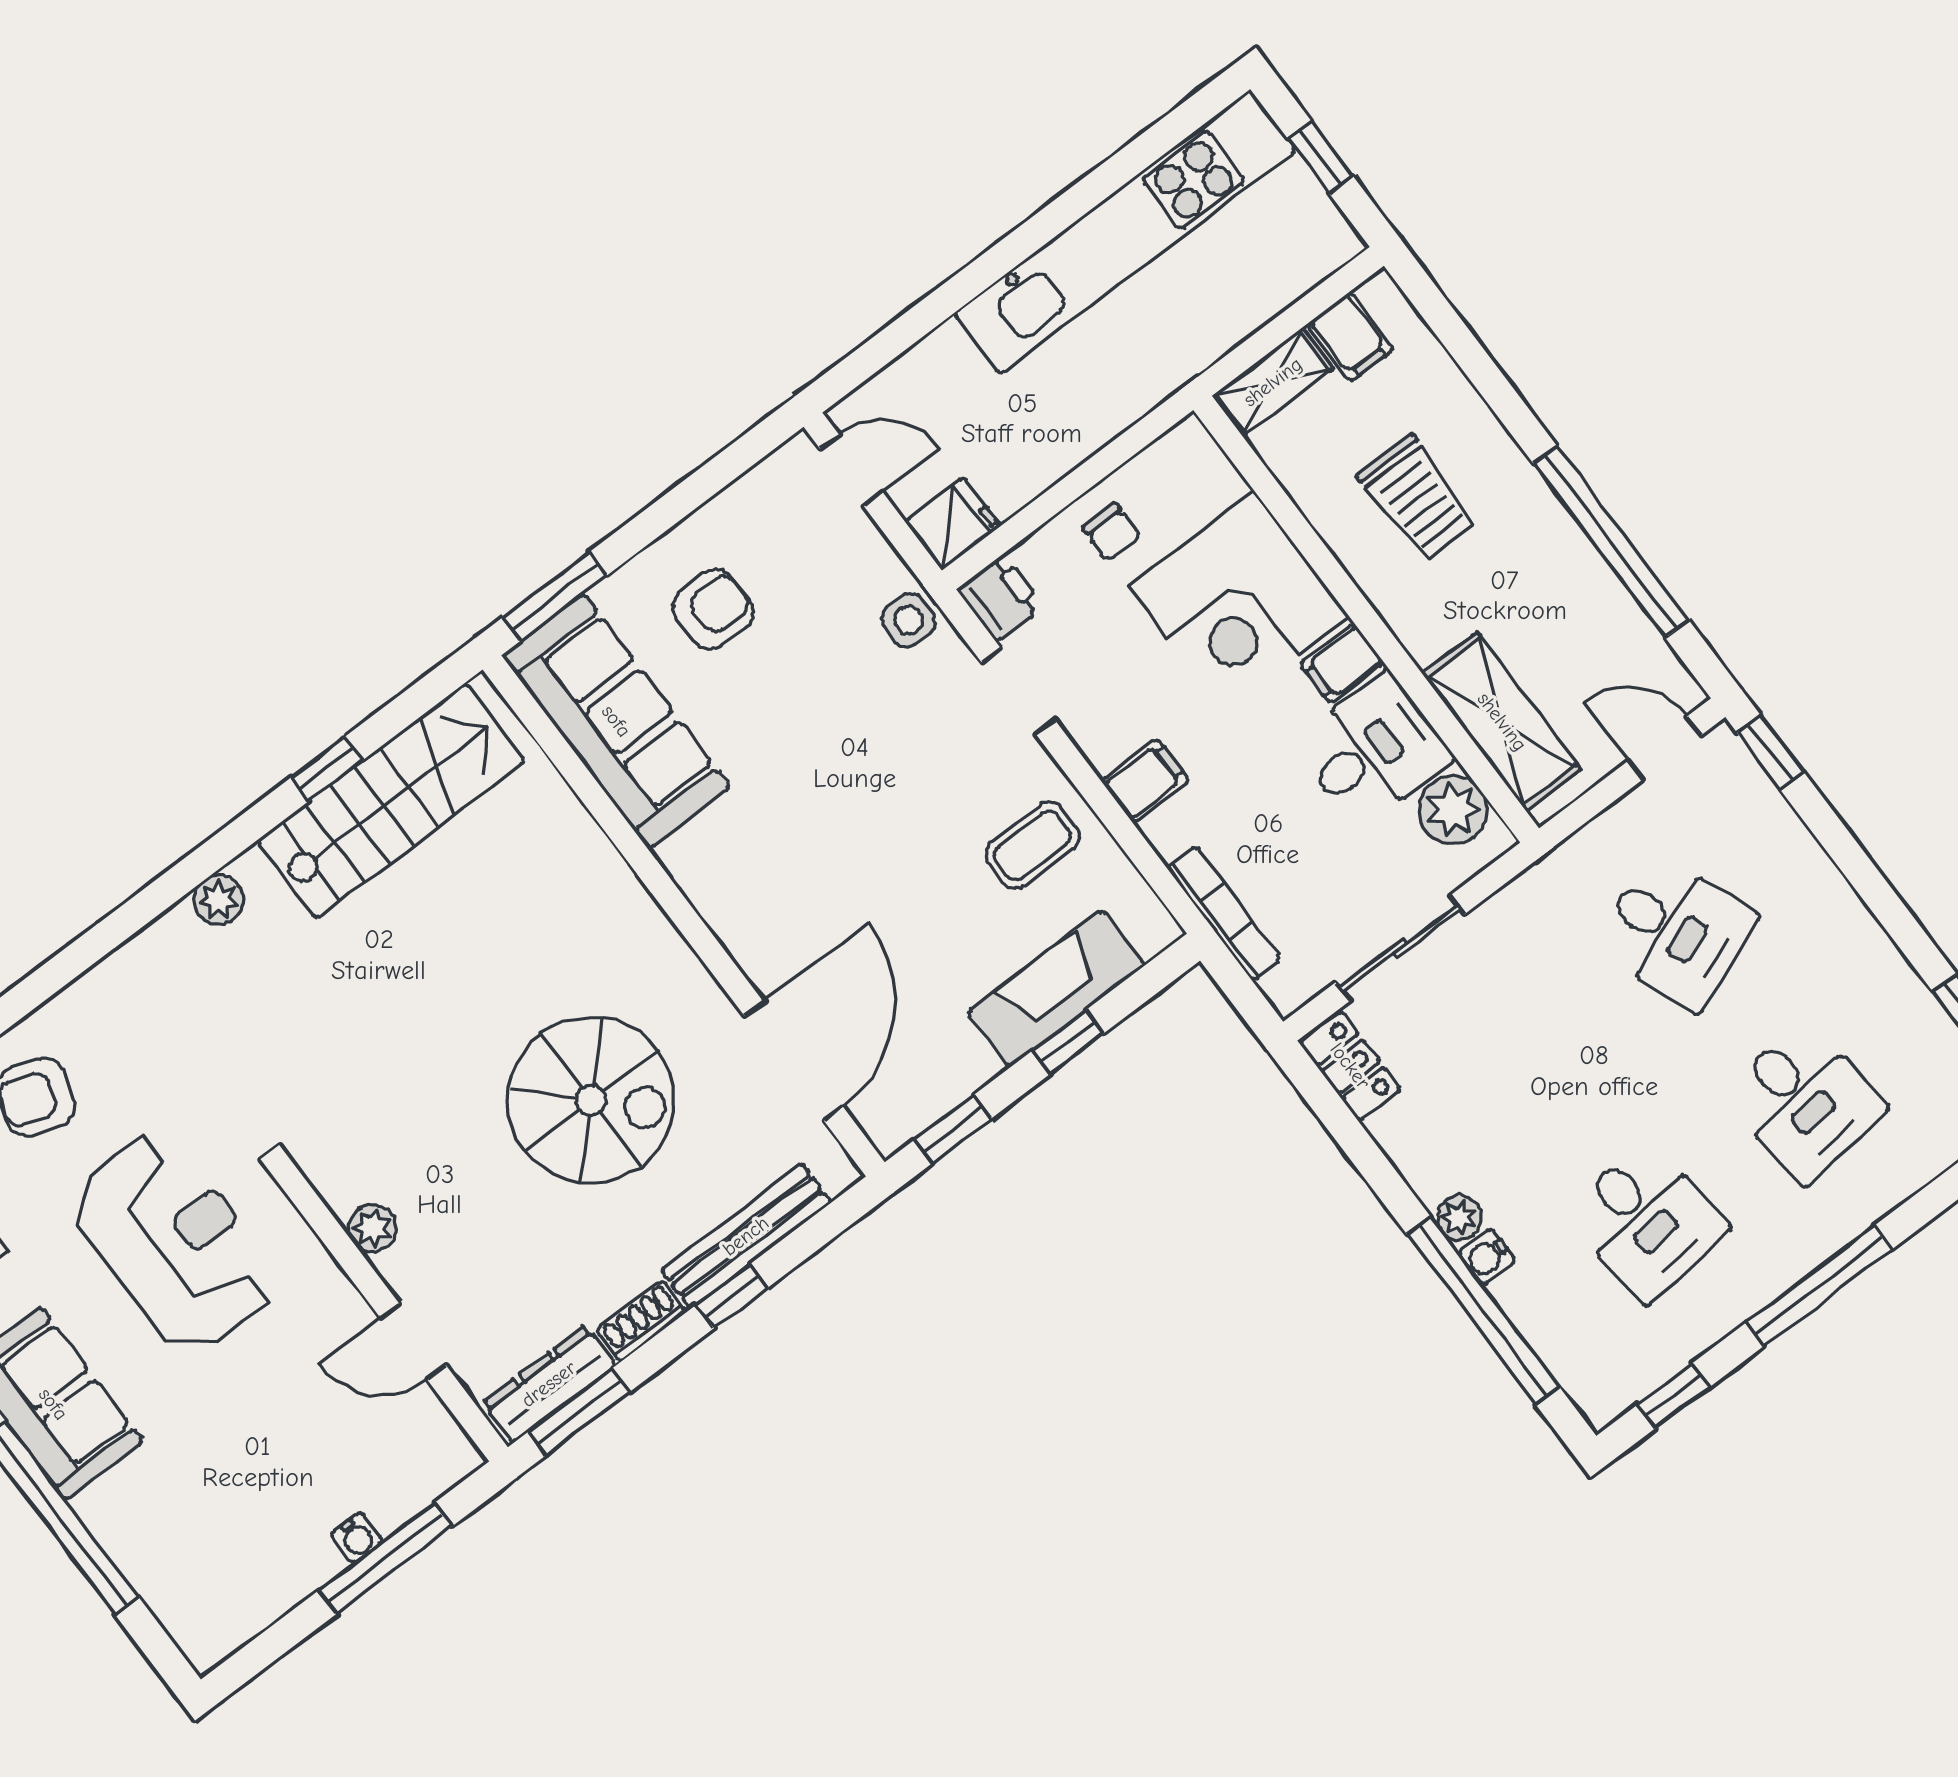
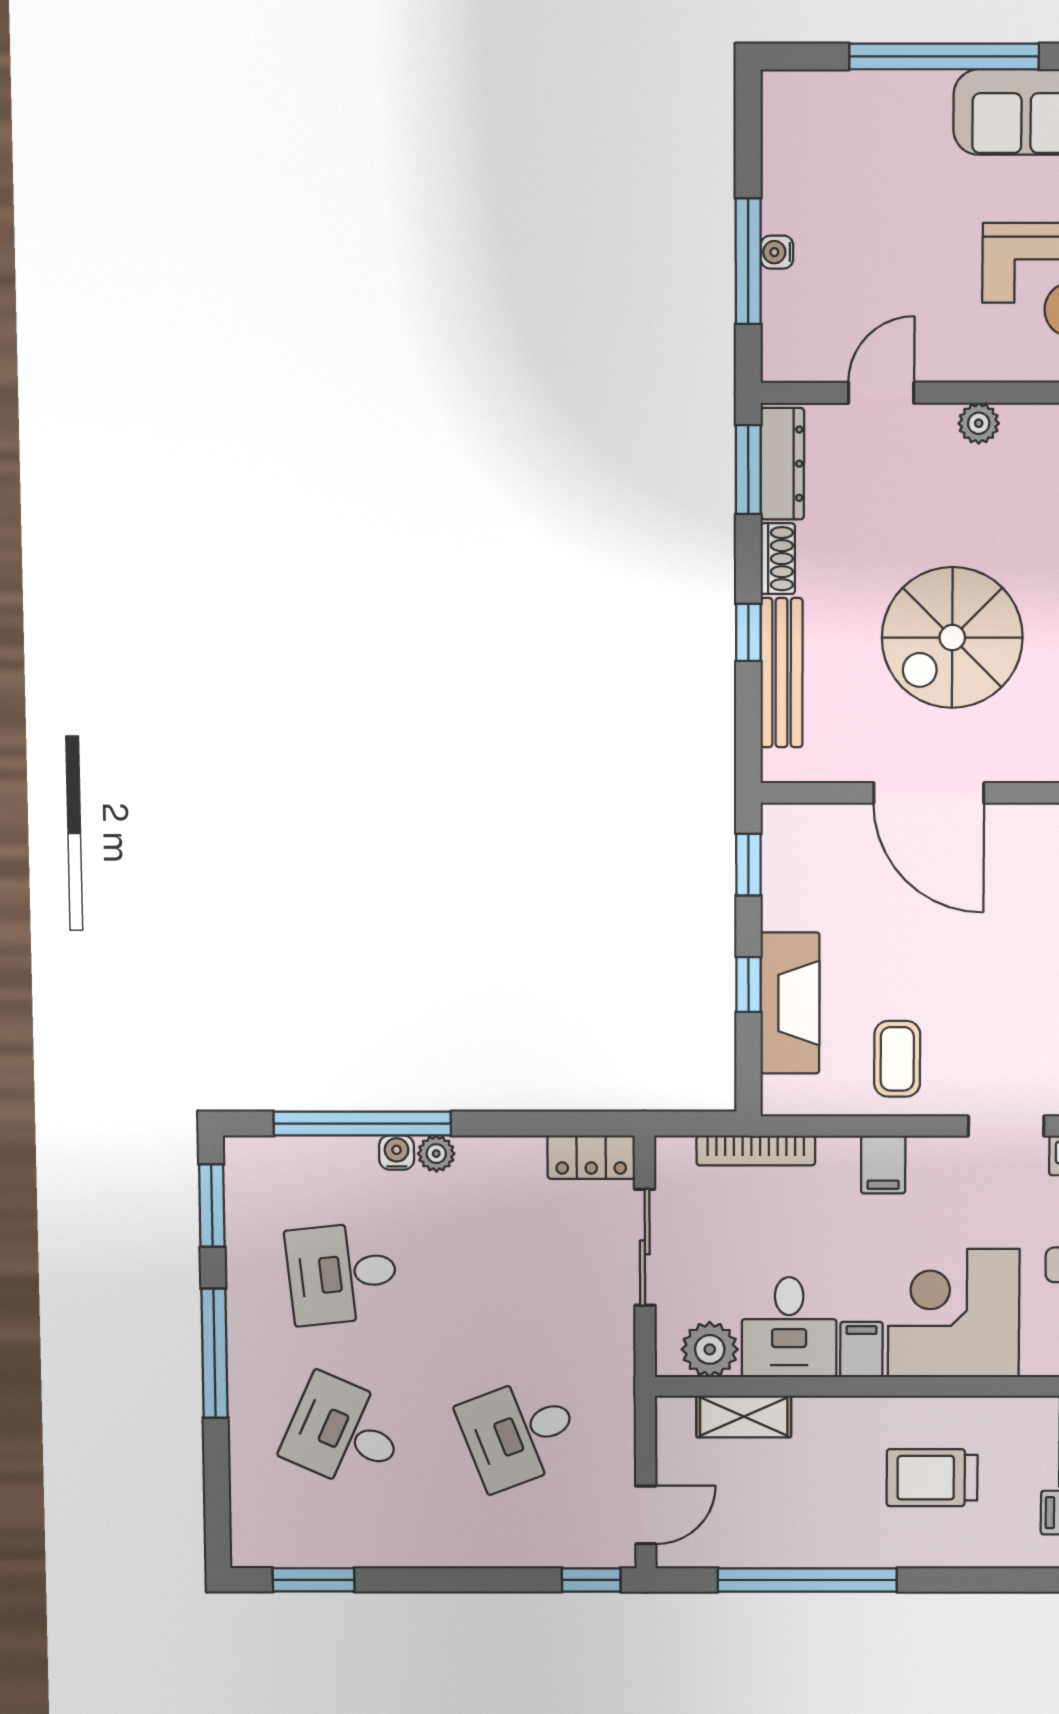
shelving: (1502, 722) -> (744, 1417), width x0.67, depth x0.75
door: (794, 1061) -> (929, 793), moved
desk: (1804, 1102) -> (344, 1433), turned 30
window: (1674, 1396) -> (212, 1206), width x1.50

